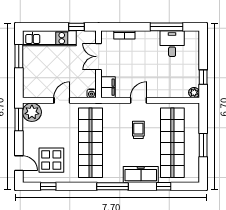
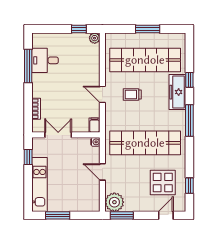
double door: (99, 57) -> (58, 135), swing flipped
filing cabinet: (108, 87) -> (94, 125), width x0.50
window: (164, 186) -> (189, 80), moved

